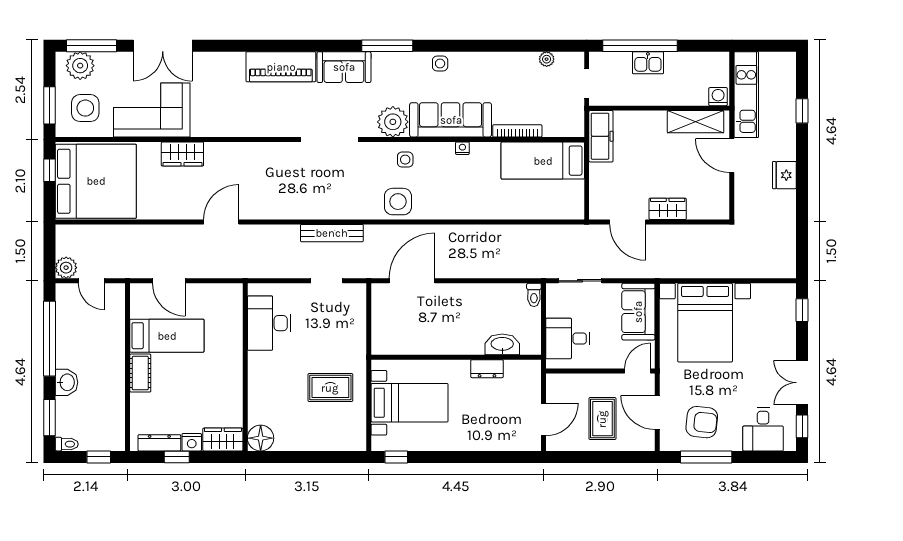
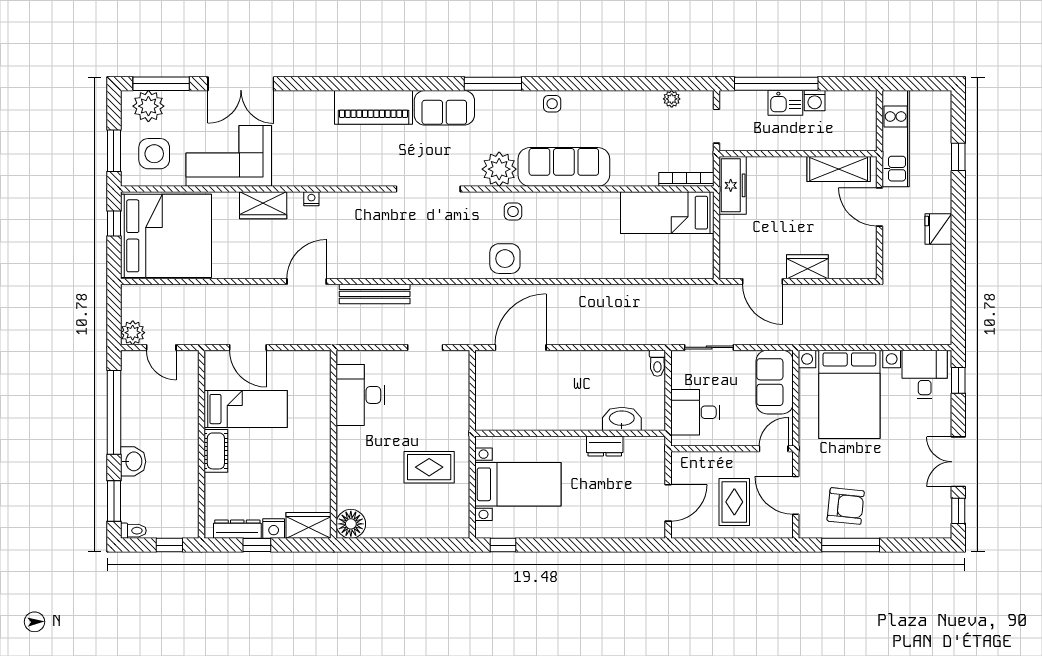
washing machine: (718, 97) -> (815, 101), moved, turned 180
bookcase: (517, 131) -> (686, 179), moved
nightstand: (462, 148) -> (311, 199), moved
bench: (332, 233) -> (375, 294), moved
desk: (763, 429) -> (925, 374), moved, turned 180

